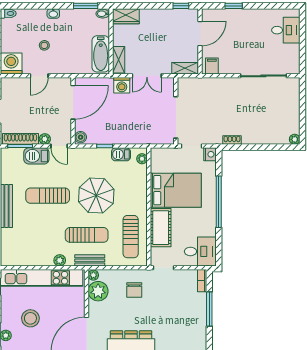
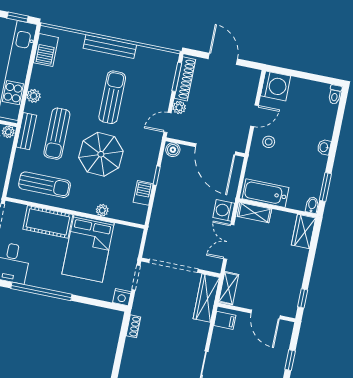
stool: (44, 45) -> (269, 142), moved
door: (39, 76) -> (254, 116), swing flipped
wardrobe: (197, 85) -> (206, 298), added
barbecue: (36, 156) -> (46, 50), moved, turned 180
plant: (142, 159) -> (102, 210), moved
window: (219, 202) -> (41, 291), moved
sun lounger: (131, 237) -> (45, 185), turned 180

